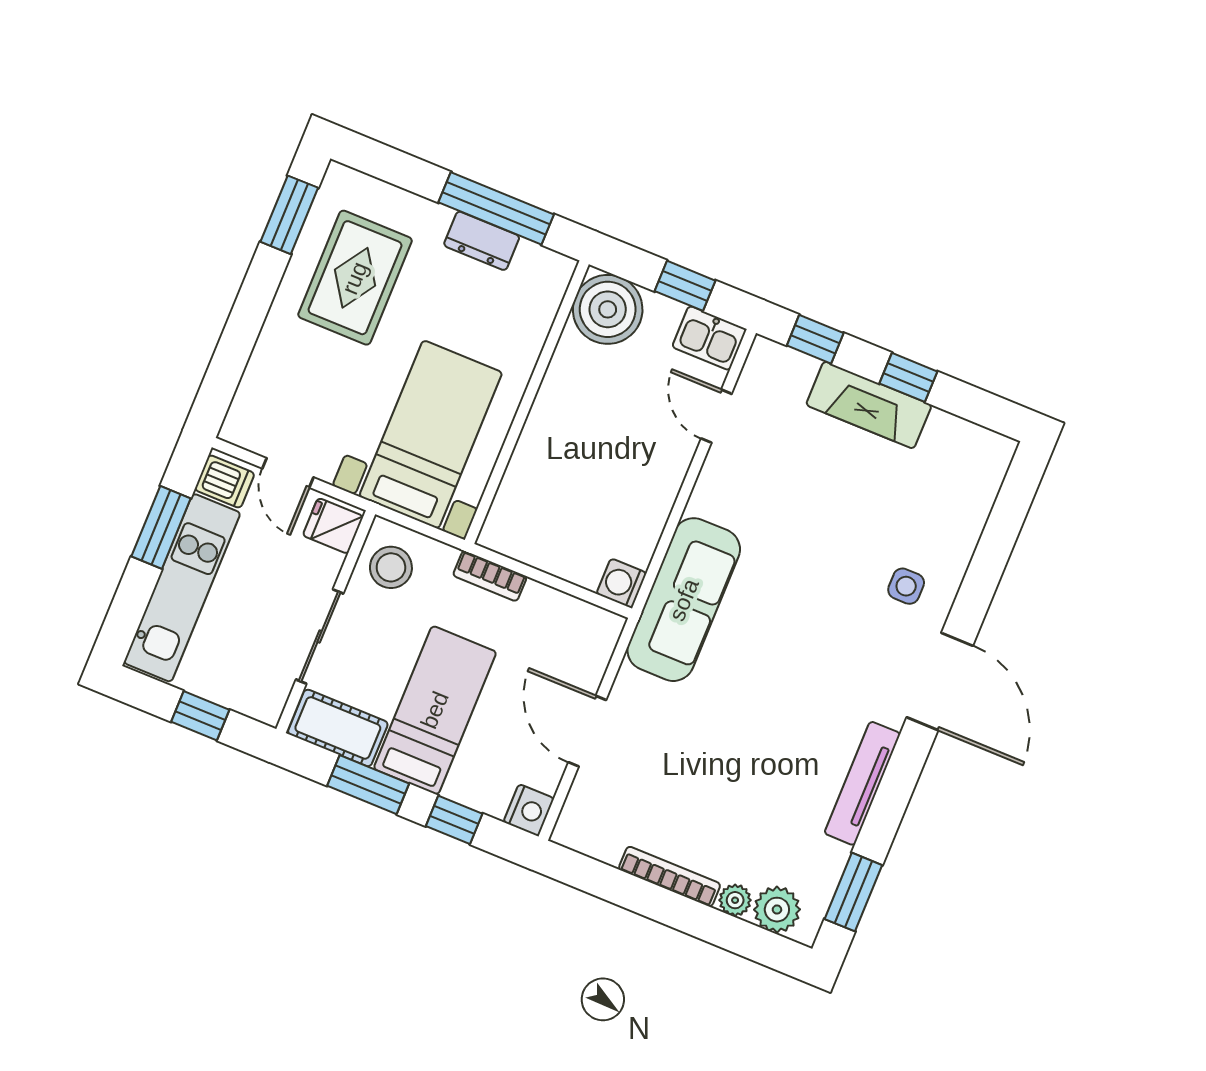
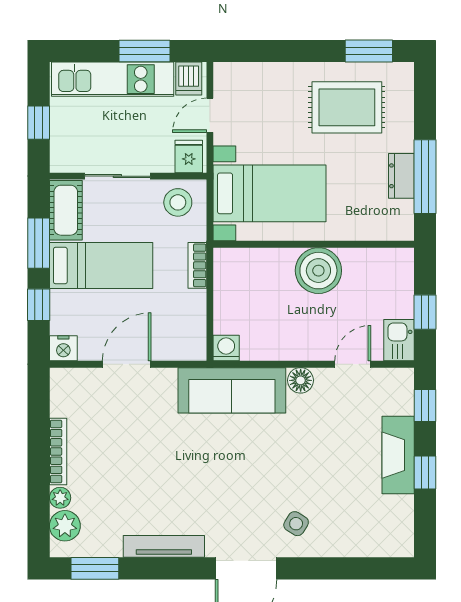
boiler: (608, 309) -> (318, 271), moved
floor lamp: (709, 498) -> (301, 380), added
side table: (906, 586) -> (296, 524), turned 32

